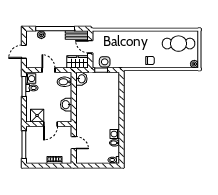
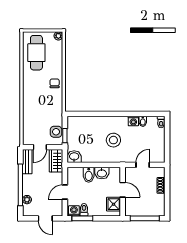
bidet: (64, 82) -> (89, 175), moved
stool: (97, 115) -> (113, 140), added

